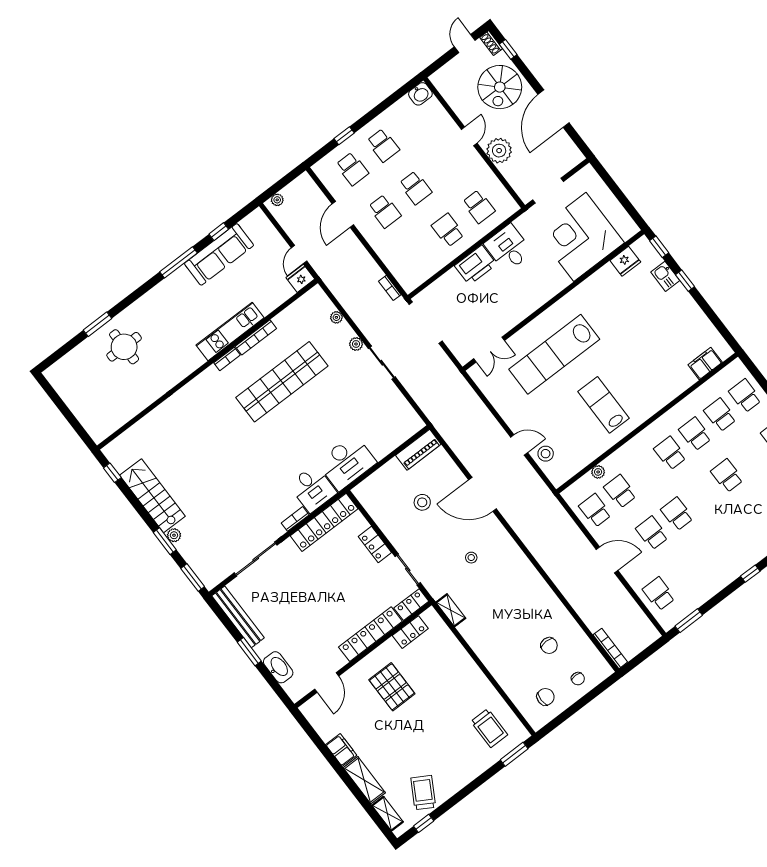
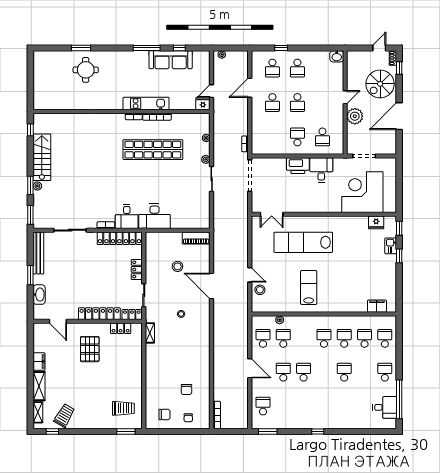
door: (327, 683) -> (58, 321), hinge flipped
trolley: (489, 728) -> (123, 408), turned -90

